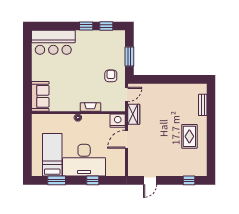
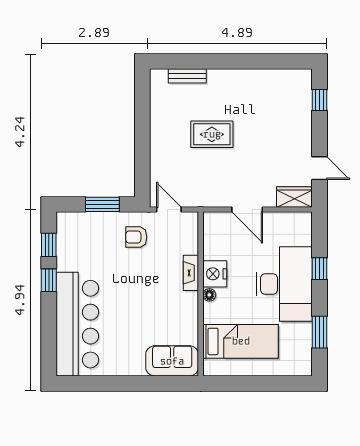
bar counter: (53, 42) -> (77, 324), width x1.36
wardrobe: (134, 114) -> (294, 197), moved
nightstand: (118, 121) -> (215, 274), moved
rug: (189, 136) -> (212, 134), moved
bed: (52, 155) -> (241, 341), moved, turned 180

